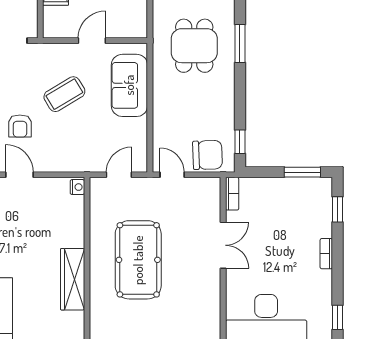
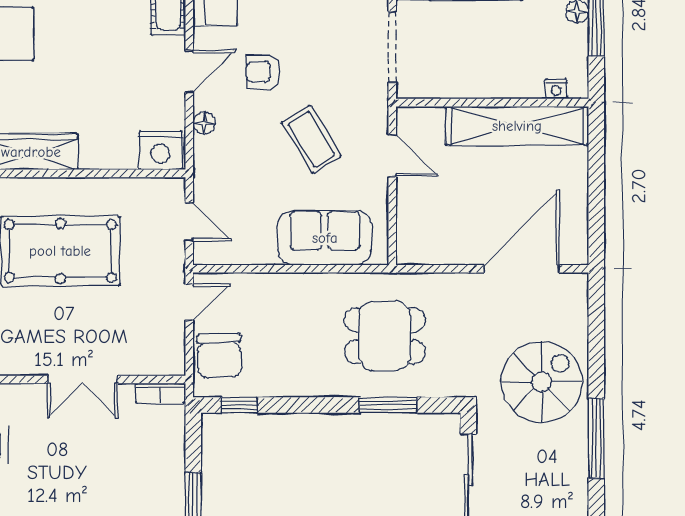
door: (92, 41) -> (392, 156), moved
floor lamp: (54, 165) -> (204, 123), added
nightstand: (77, 187) -> (161, 150), width x1.89, depth x1.79

